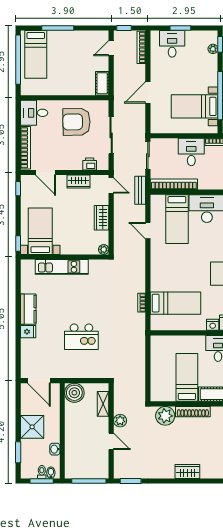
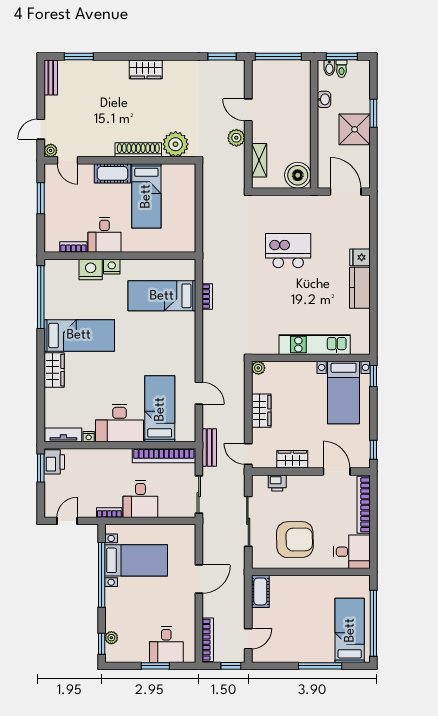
window: (18, 452) -> (373, 113), moved

